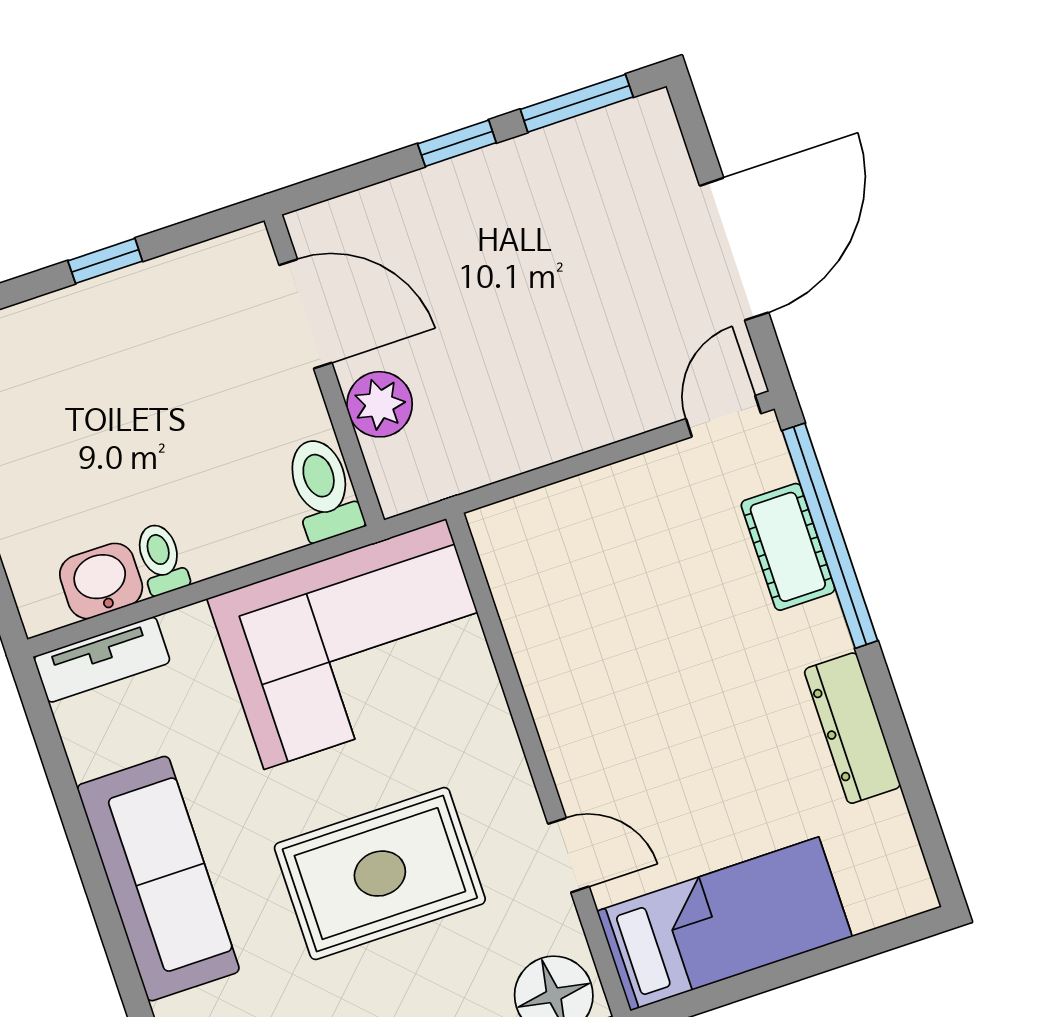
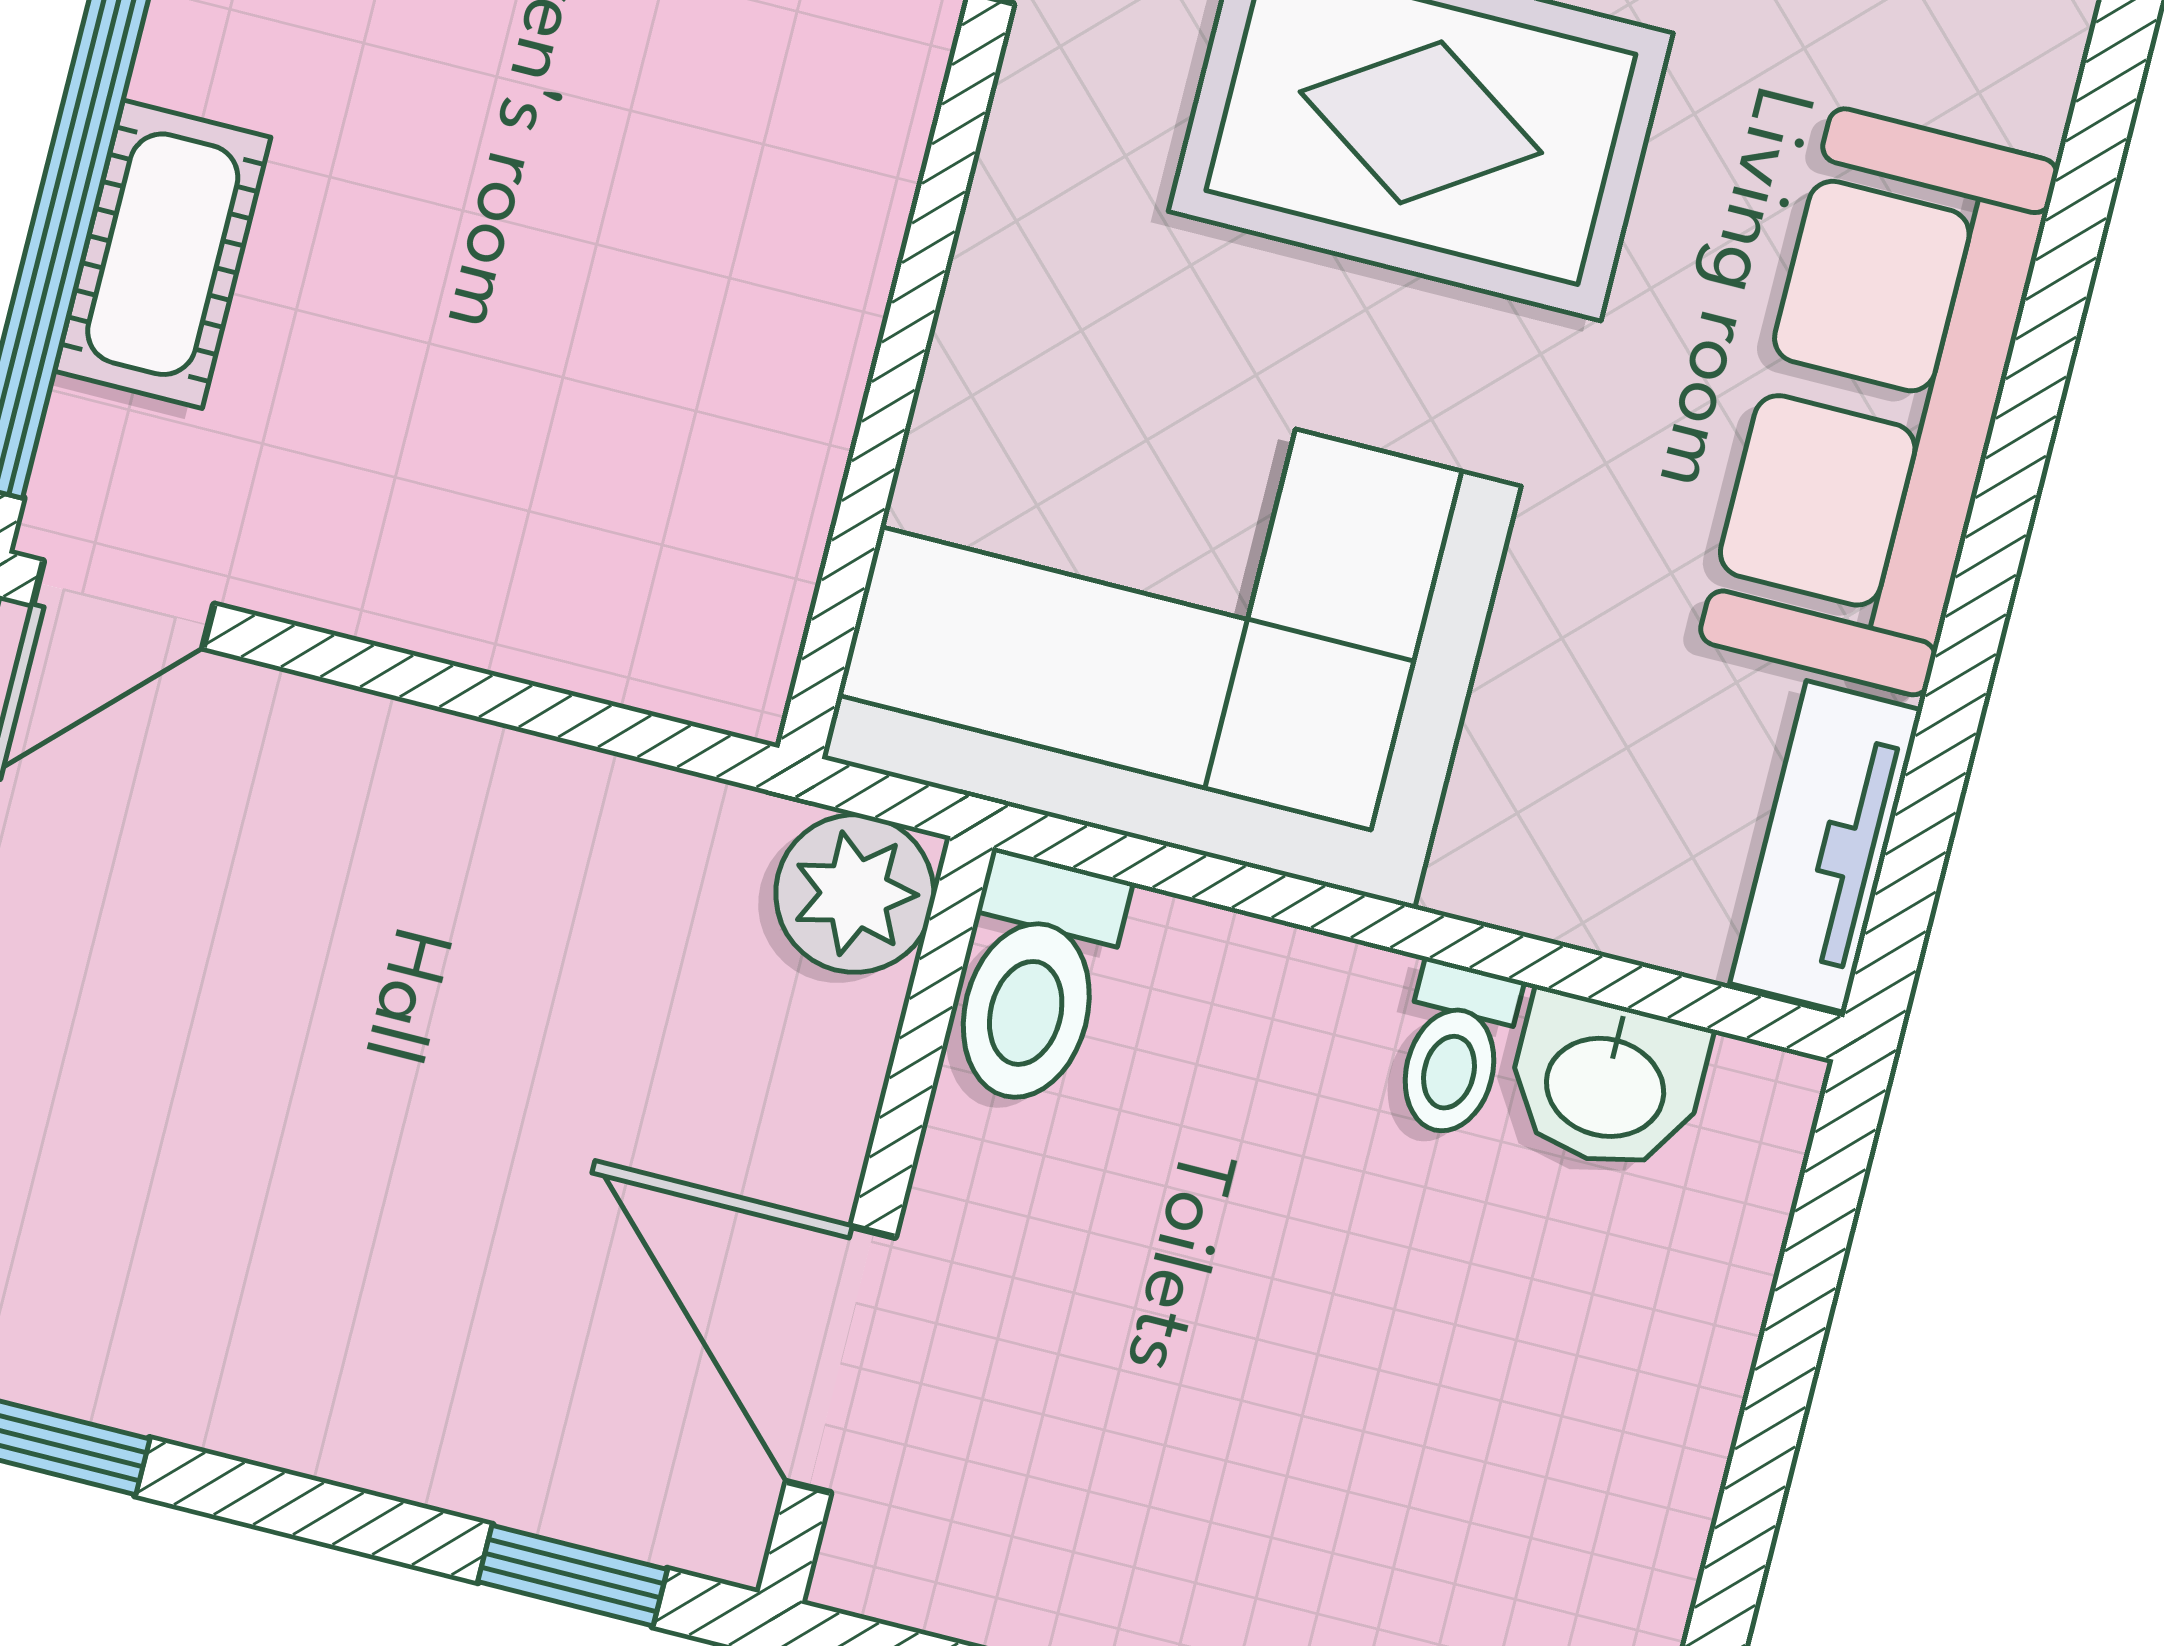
window: (457, 143) -> (573, 1576), moved
plant: (380, 404) -> (855, 894), moved
tv unit: (102, 660) -> (1826, 847), moved, turned -90

